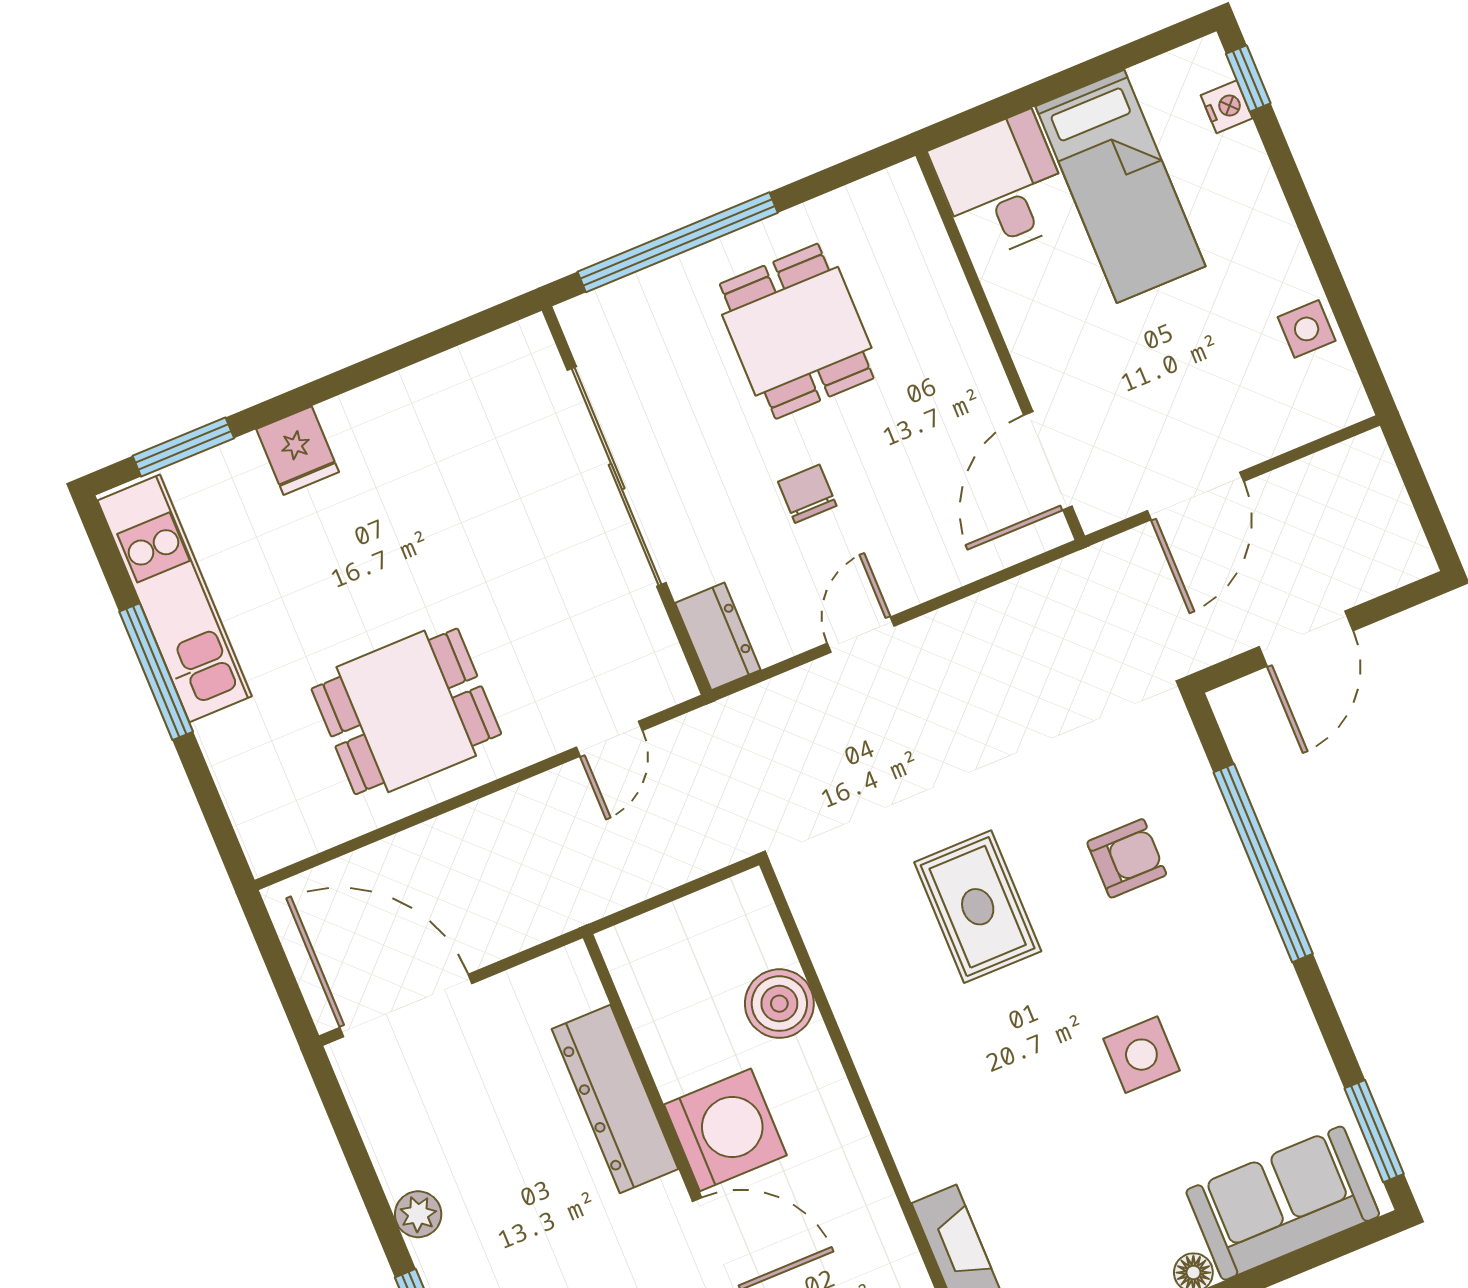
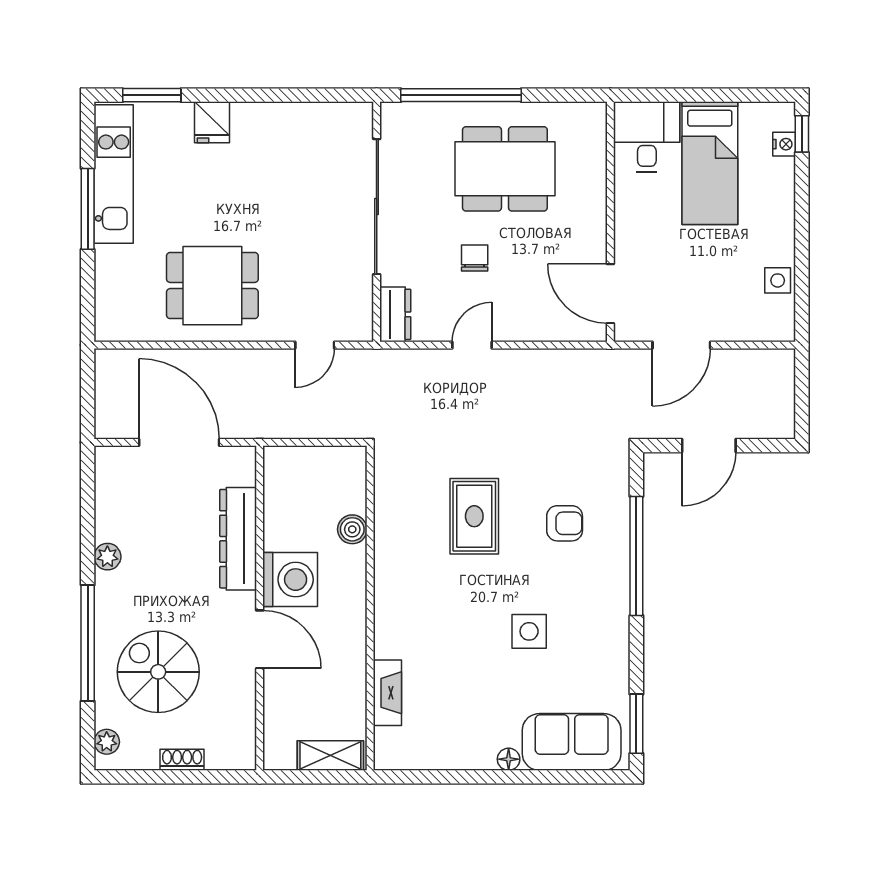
dining table: (797, 331) -> (505, 169), width x1.38
door: (1048, 461) -> (610, 294), hinge flipped
boiler: (779, 1004) -> (352, 529), width x0.73, depth x0.73
door: (406, 1005) -> (179, 442), moved

